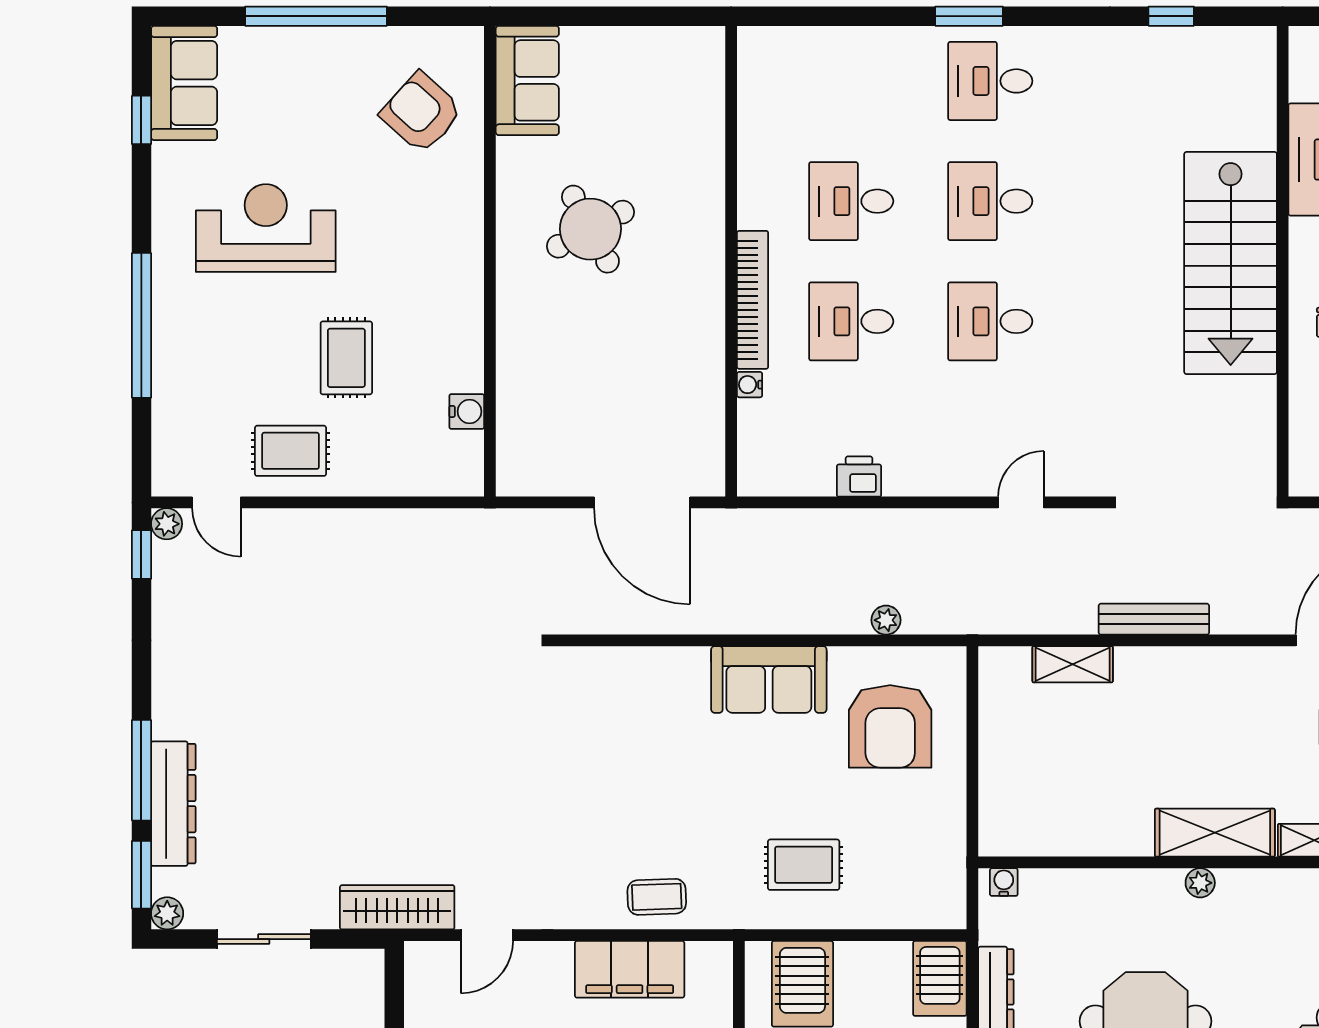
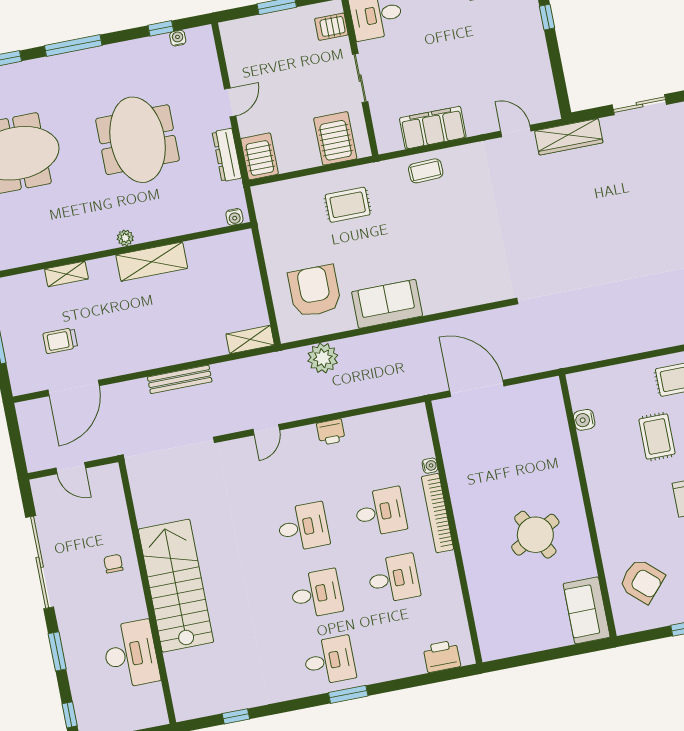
printer: (794, 50) -> (442, 656), added
printer: (859, 477) -> (331, 432), moved
plant: (886, 620) -> (323, 358), width x1.88, depth x1.88
shelving: (1073, 664) -> (250, 340), moved
shelving: (1215, 833) -> (152, 262), moved
door: (487, 935) -> (516, 131), hinge flipped

